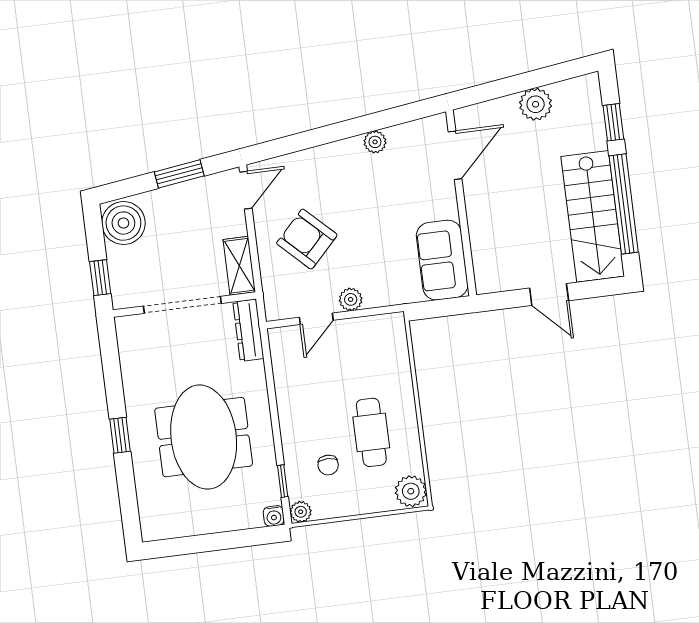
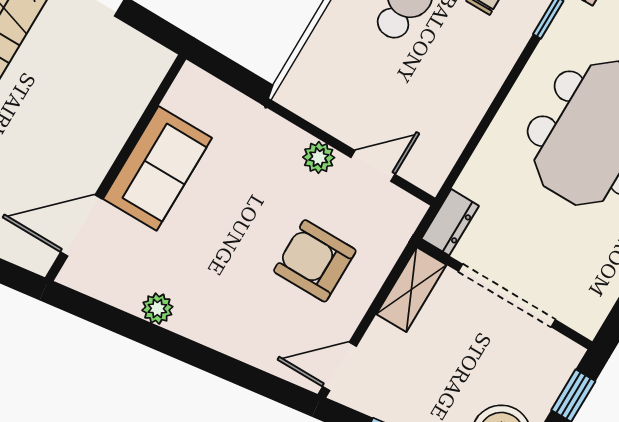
armchair: (307, 239) -> (315, 261), turned 136
sofa: (442, 260) -> (157, 168), moved
dresser: (248, 330) -> (450, 222), width x0.70

